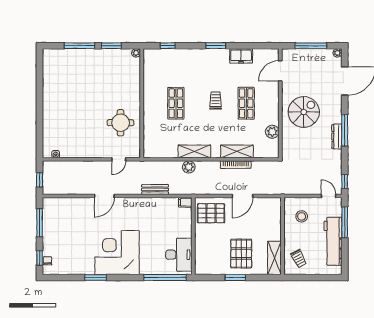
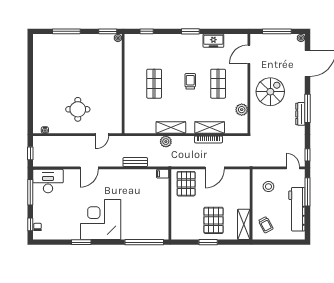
window: (111, 46) -> (108, 31), moved
round table: (121, 123) -> (78, 109), moved
pallet: (211, 213) -> (186, 184), turned 90
desk: (179, 255) -> (48, 181), moved, turned -90

